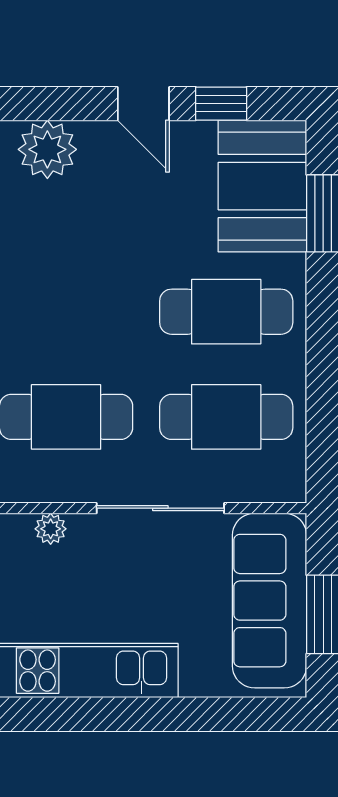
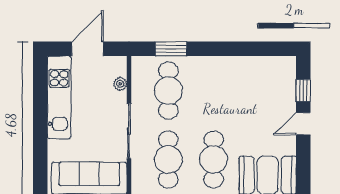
window: (221, 104) -> (303, 91), moved
plant: (47, 149) -> (283, 83), removed

